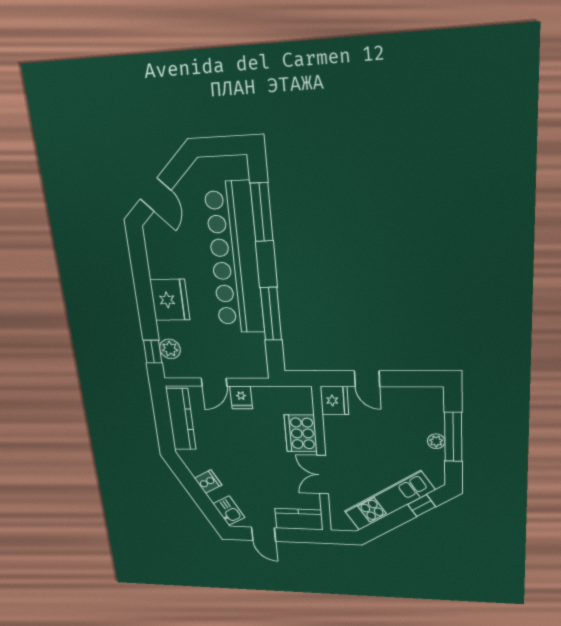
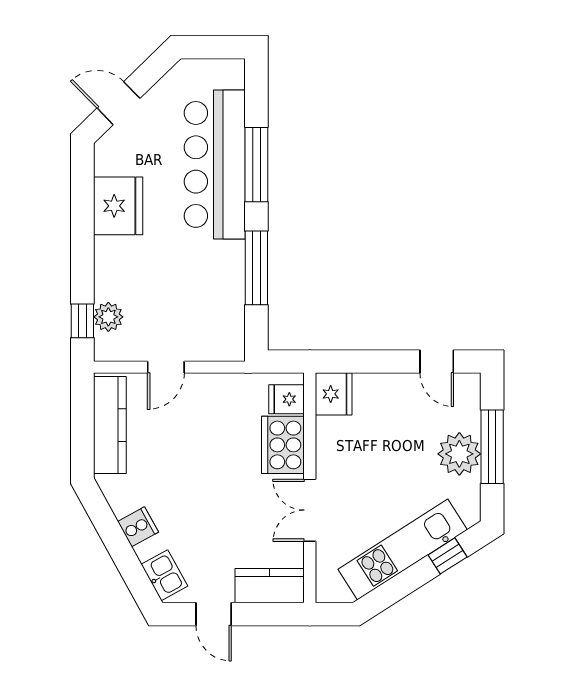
door: (156, 195) -> (118, 103), swing flipped
window: (262, 212) -> (256, 165), moved
bar counter: (235, 259) -> (215, 164), width x0.73
fridge: (170, 300) -> (118, 206), moved
door: (367, 379) -> (437, 362), moved
fridge: (241, 397) -> (287, 399), moved, turned 90
plant: (436, 441) -> (459, 454), width x1.87, depth x1.87

